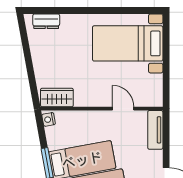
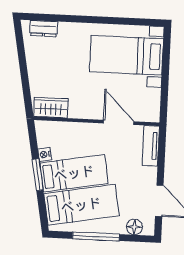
door: (123, 109) -> (119, 122), width x1.38
nightstand: (49, 119) -> (45, 154), moved

